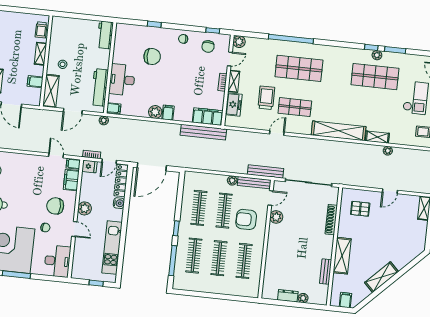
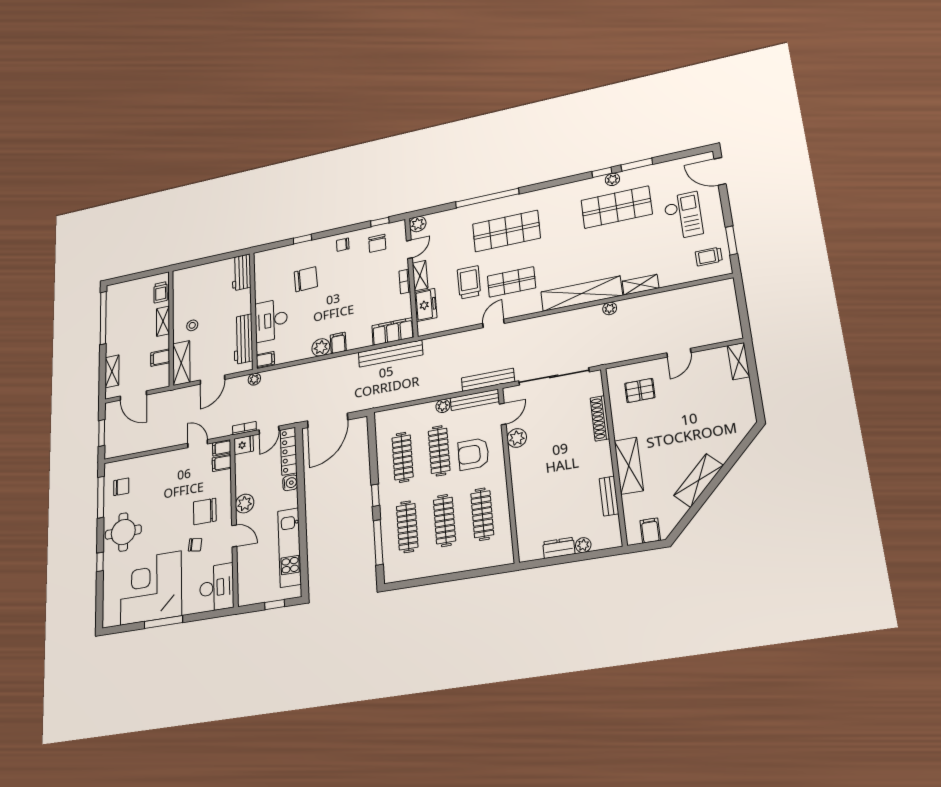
plant: (388, 151) -> (610, 308), moved
filing cabinet: (71, 180) -> (222, 463), width x0.50

